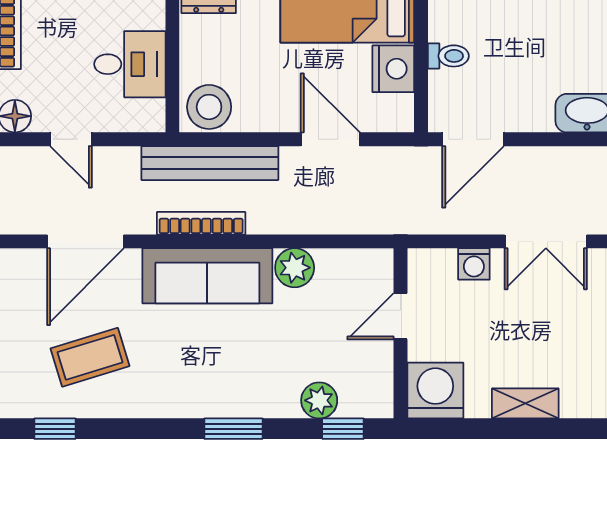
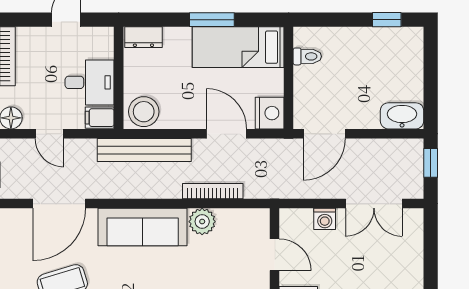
toilet: (448, 56) -> (307, 56), moved
nightstand: (393, 69) -> (270, 113), moved
filing cabinet: (145, 116) -> (100, 118), added
bookcase: (201, 223) -> (213, 191), moved
door: (401, 316) -> (275, 255), swing flipped

